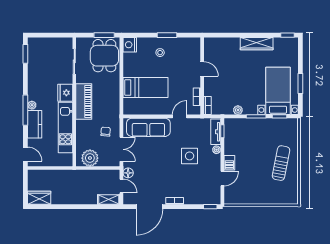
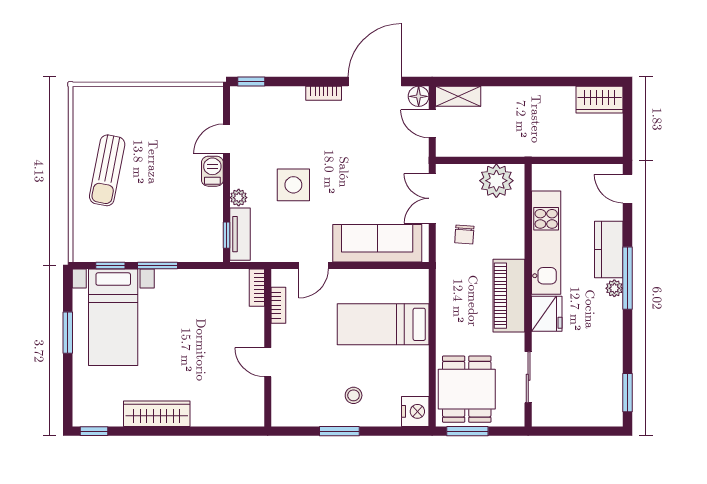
plant: (238, 110) -> (195, 278), removed
floor lamp: (128, 173) -> (419, 96), moved

